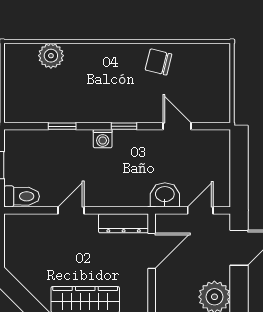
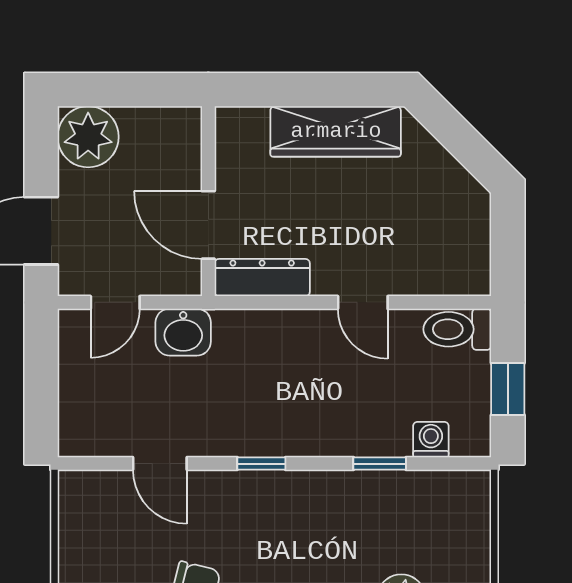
washing machine: (103, 139) -> (431, 440), moved
door: (71, 210) -> (363, 302), hinge flipped
door: (152, 251) -> (208, 225), hinge flipped

